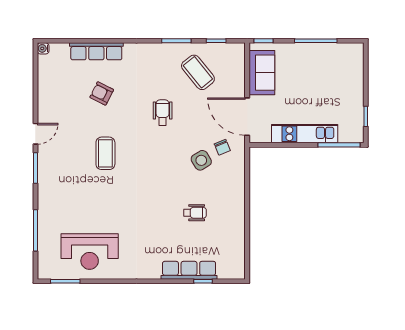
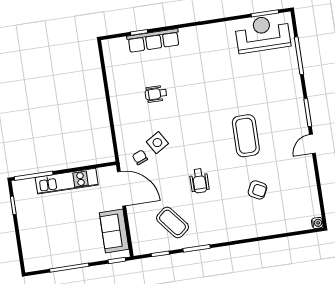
row of seats: (96, 51) -> (268, 228), removed
coffee table: (105, 153) -> (246, 136), width x1.36, depth x1.32
reception desk: (90, 252) -> (263, 34), moved

